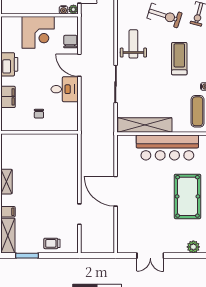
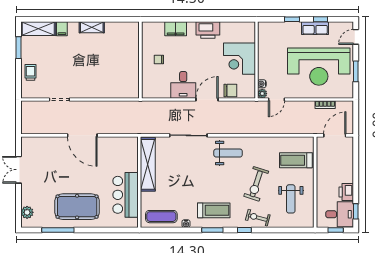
treadmill: (179, 59) -> (214, 210), moved
bar counter: (167, 147) -> (126, 195), width x0.73
door: (116, 191) -> (82, 135), swing flipped

